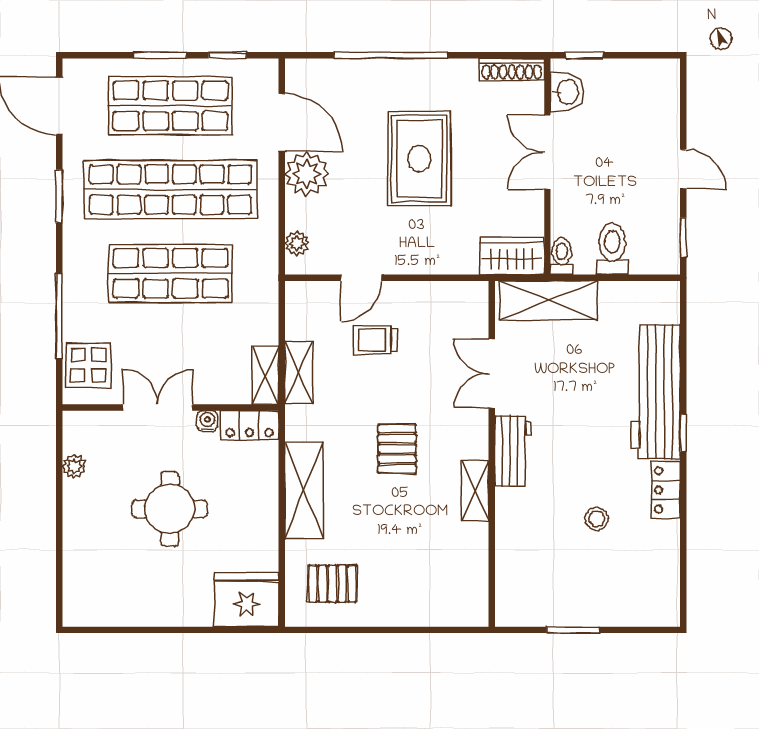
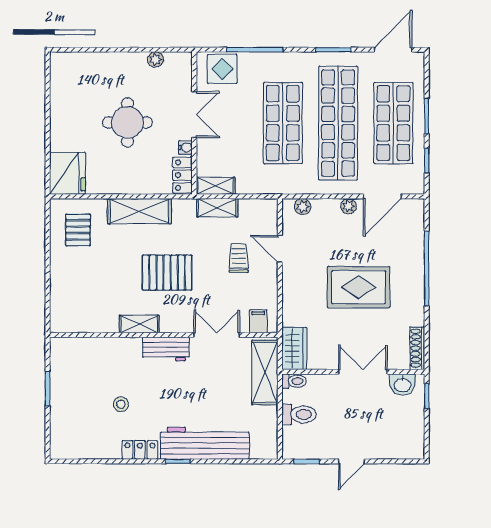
plant: (307, 174) -> (348, 206), width x0.53, depth x0.53
filing cabinet: (471, 310) -> (258, 321), added
pallet: (397, 449) -> (167, 273), width x1.50, depth x1.42

